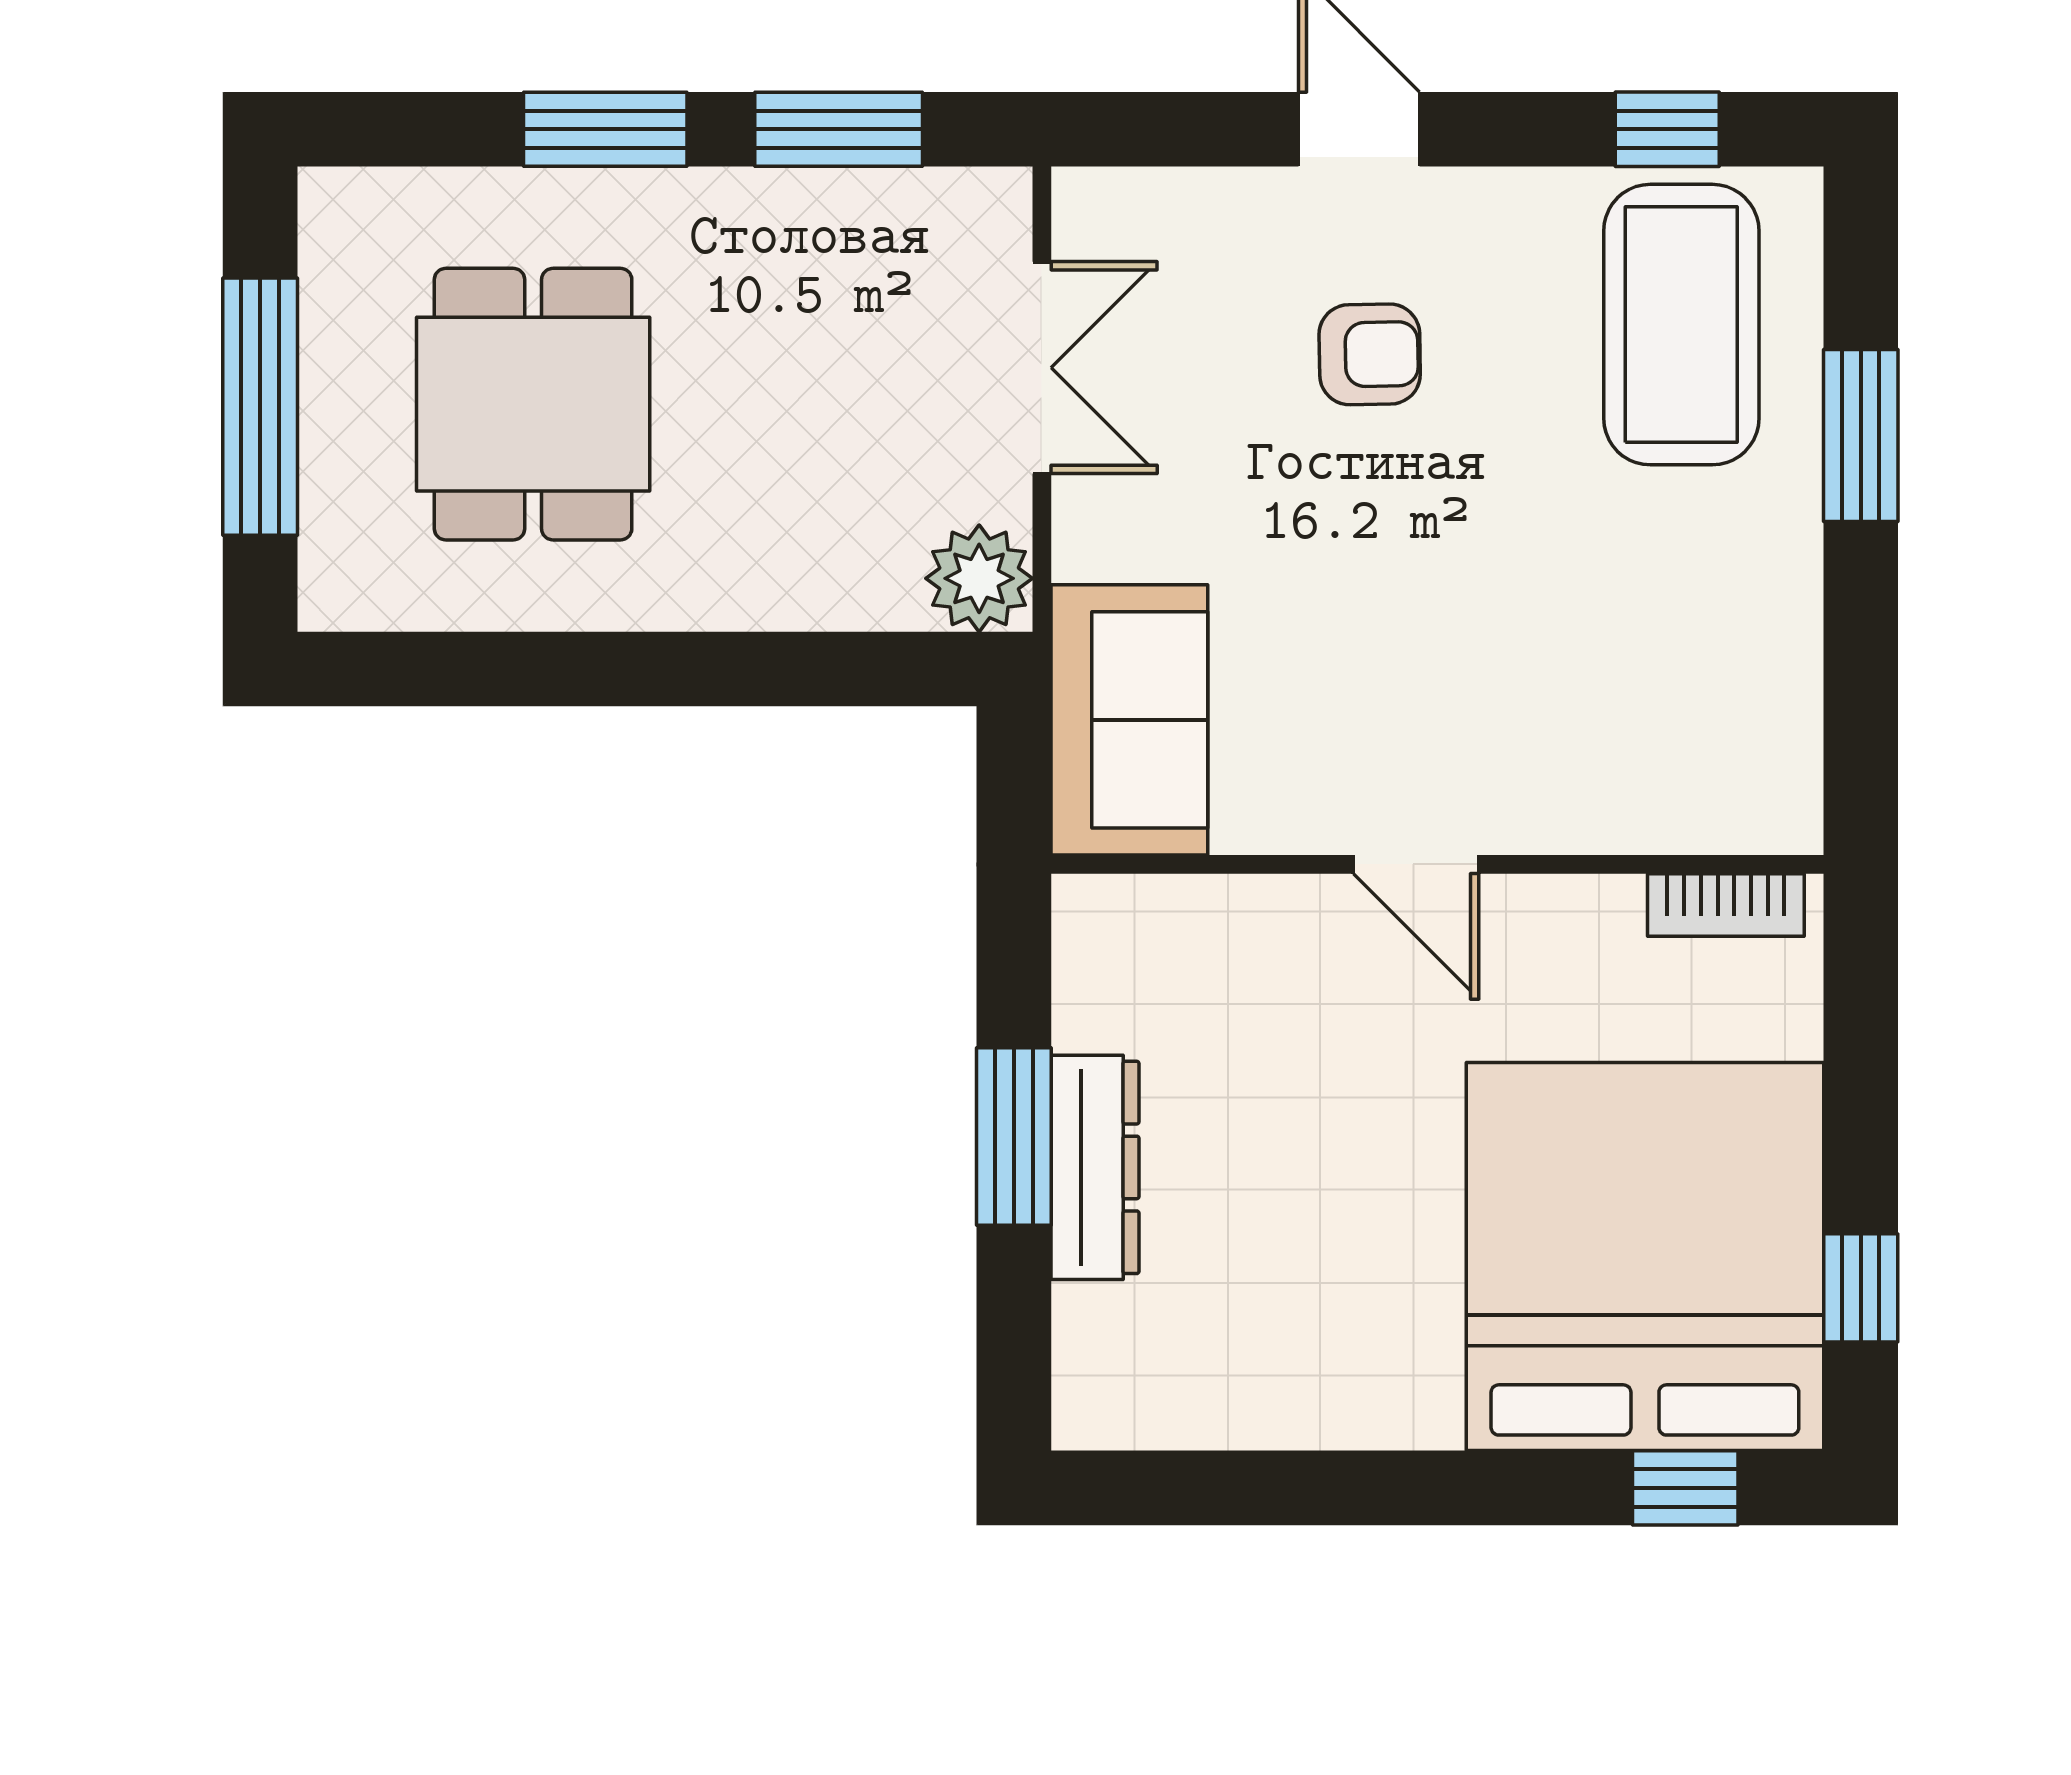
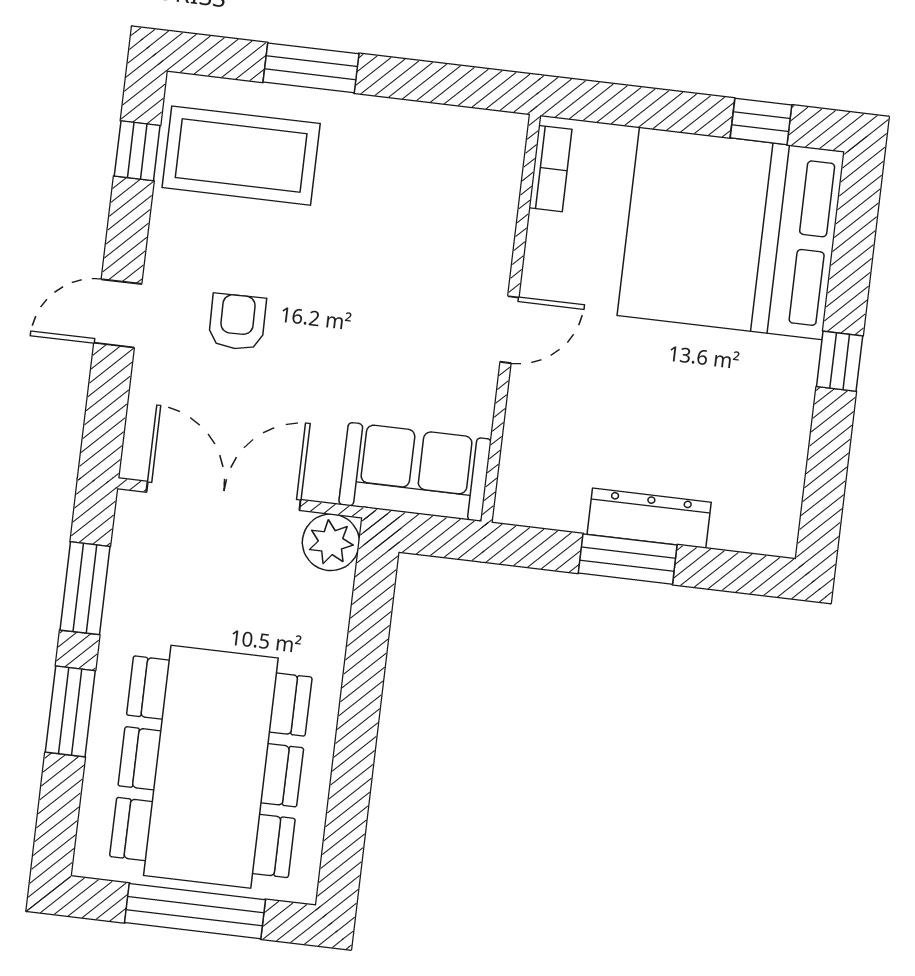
double door: (1042, 368) -> (224, 496), width x1.37
dining table: (533, 404) -> (211, 767), width x1.88, depth x1.24
window: (1685, 1488) -> (840, 361), moved

